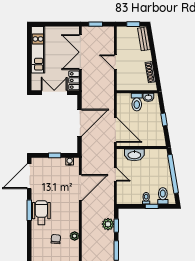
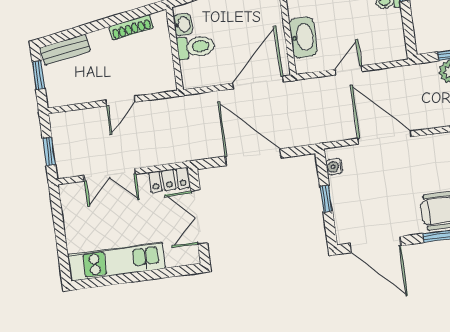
double door: (80, 52) -> (110, 175), width x0.73

